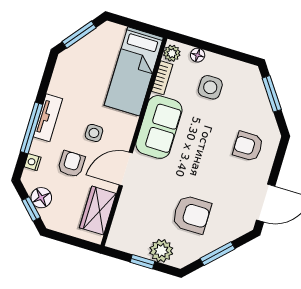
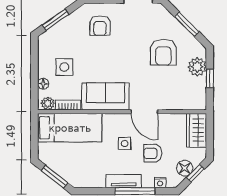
wardrobe: (98, 211) -> (197, 130), moved, turned 90
armchair: (192, 214) -> (163, 52), turned 180

